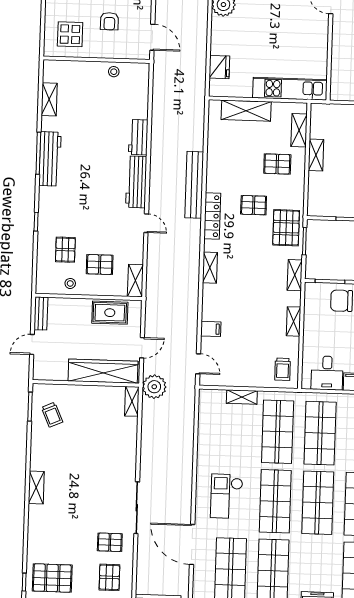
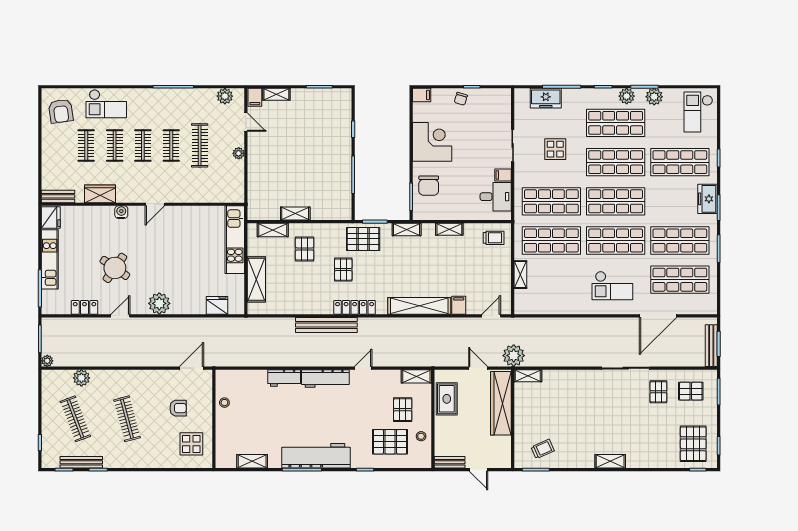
workbench: (50, 159) -> (316, 456), width x1.36, depth x1.32
pallet: (65, 250) -> (390, 442), width x1.50, depth x1.42
shelving: (210, 268) -> (419, 306), width x2.20, depth x1.33

